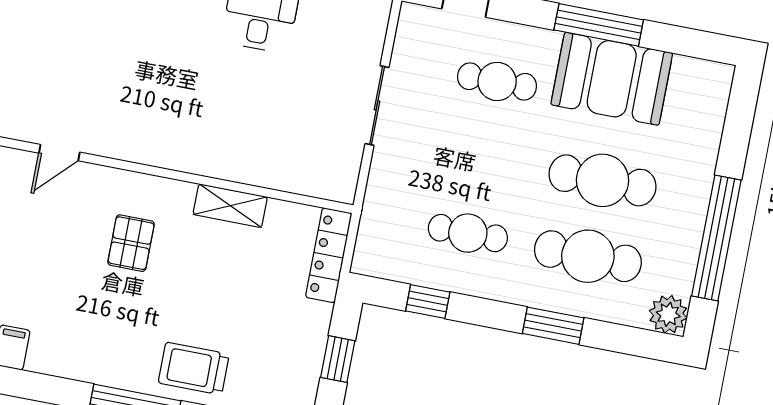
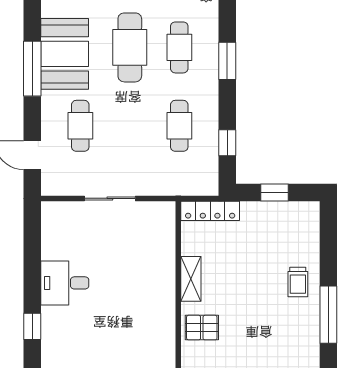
pallet: (131, 243) -> (202, 328), moved
cafe table: (588, 256) -> (179, 47), width x0.73, depth x0.74
trolley: (194, 369) -> (298, 282), width x0.73, depth x0.72

